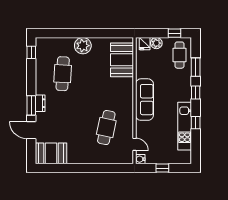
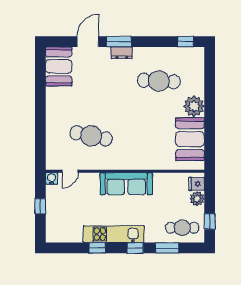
booth: (122, 60) -> (190, 139), moved, turned 90
kitchen unit: (185, 126) -> (114, 234), moved

